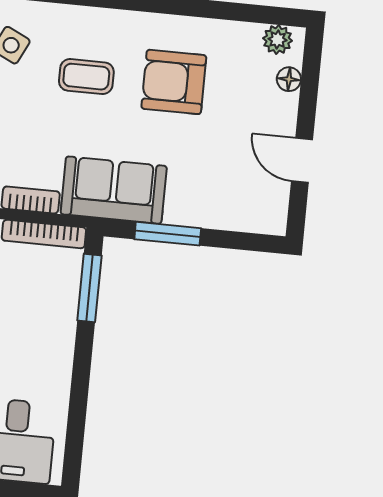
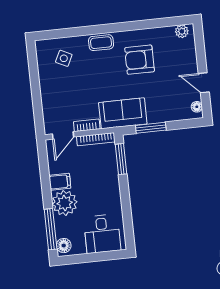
coffee table: (86, 77) -> (101, 43), moved
floor lamp: (289, 79) -> (197, 107), moved

